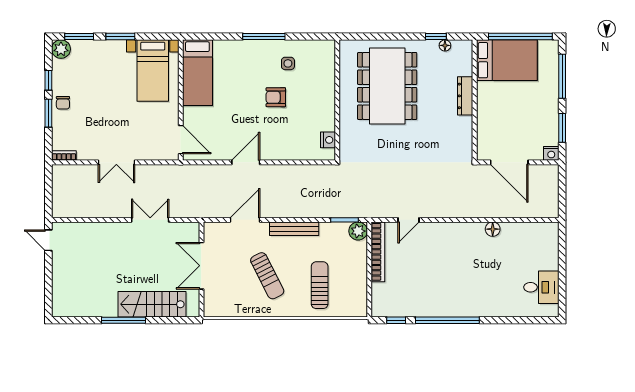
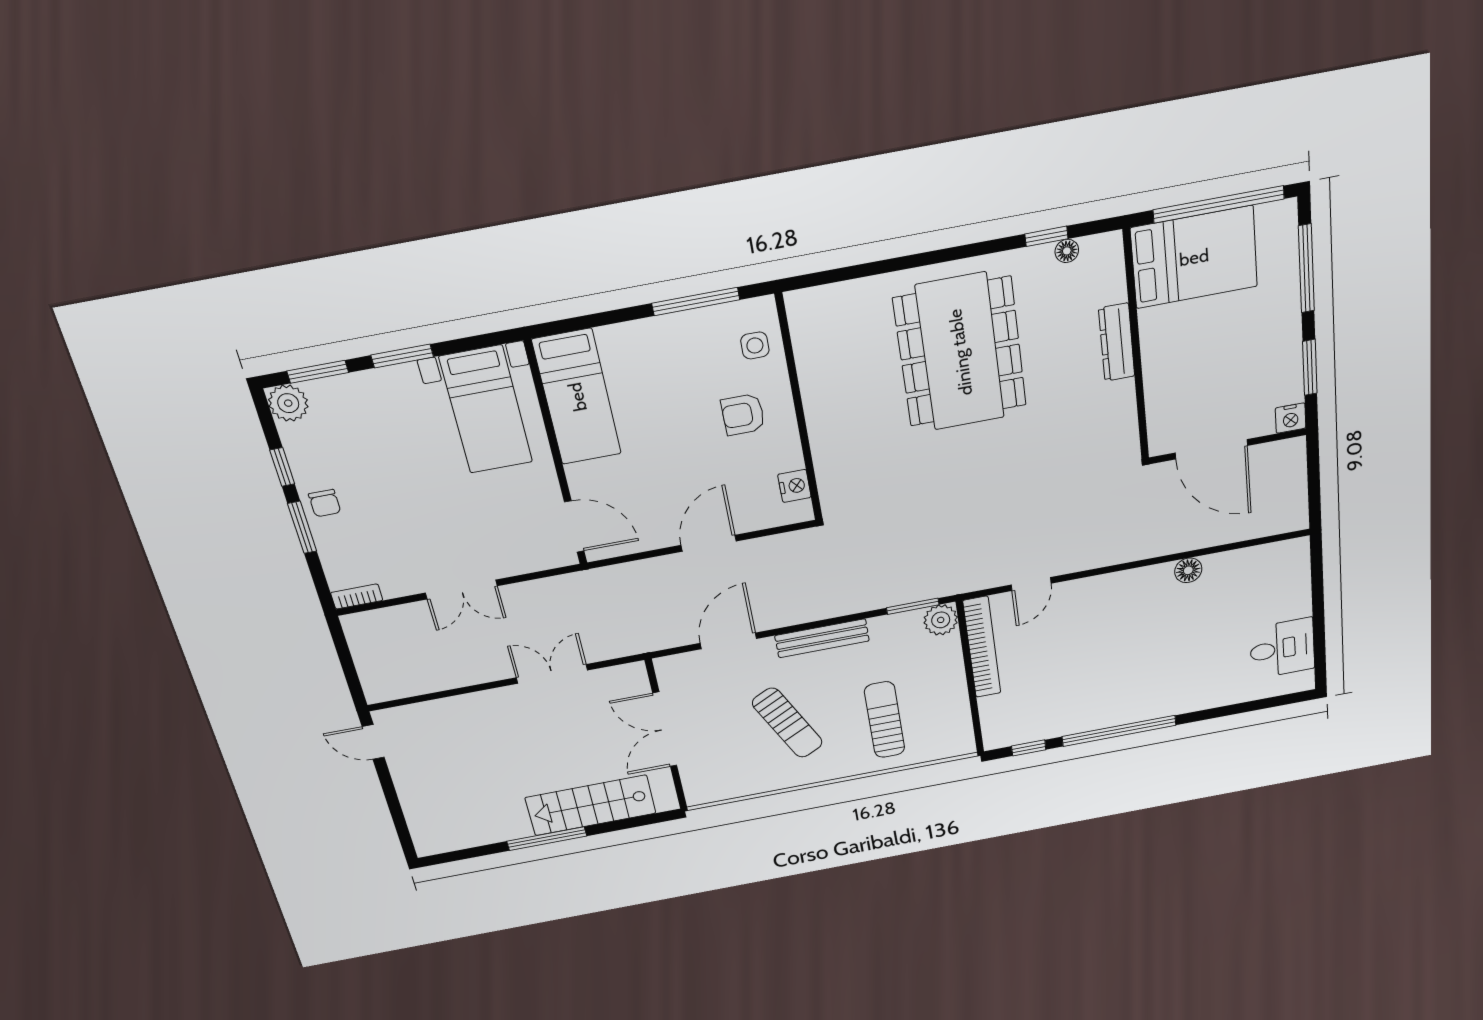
wall: (337, 100) -> (799, 410), moved
nightstand: (328, 140) -> (794, 486), moved

